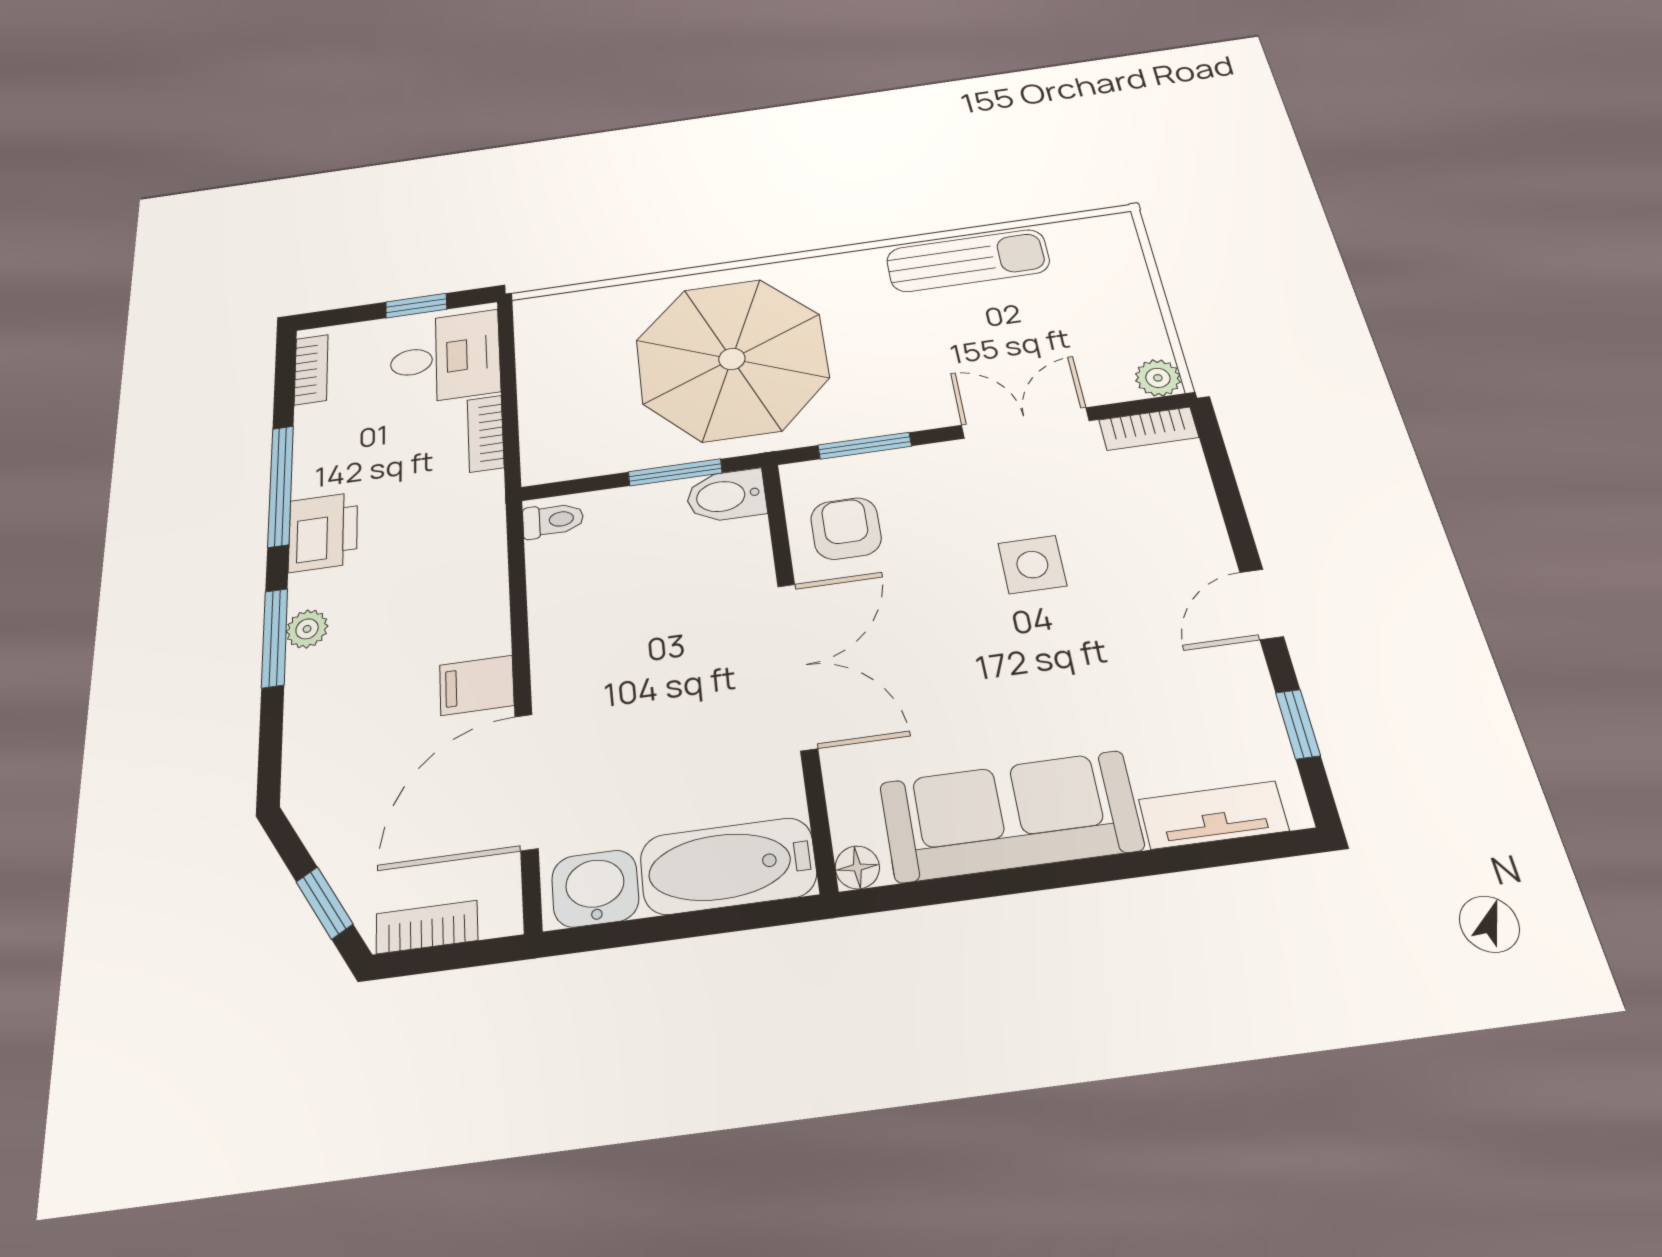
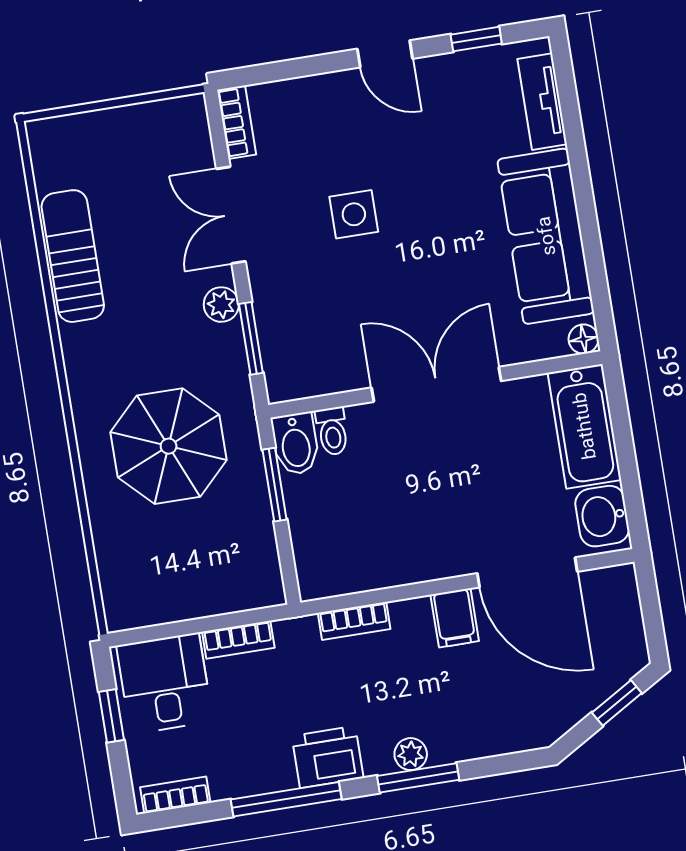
parasol: (732, 359) -> (169, 446), width x0.73, depth x0.73
plant: (1158, 378) -> (221, 305), moved
toilet: (553, 520) -> (332, 431), moved, turned 180
armchair: (846, 528) -> (324, 352), removed
bookcase: (427, 927) -> (354, 621), moved, turned -90

